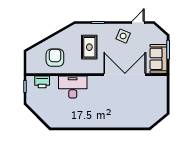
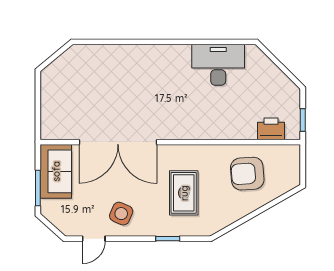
armchair: (55, 58) -> (247, 174), turned 86
desk: (73, 87) -> (218, 65), moved, turned 180

